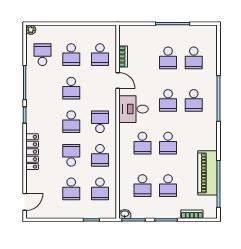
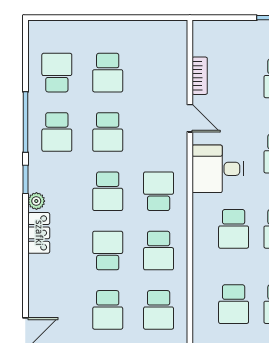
plant: (31, 30) -> (36, 201), moved
school desk: (100, 55) -> (57, 132), moved
locker: (32, 152) -> (39, 233), width x0.66

